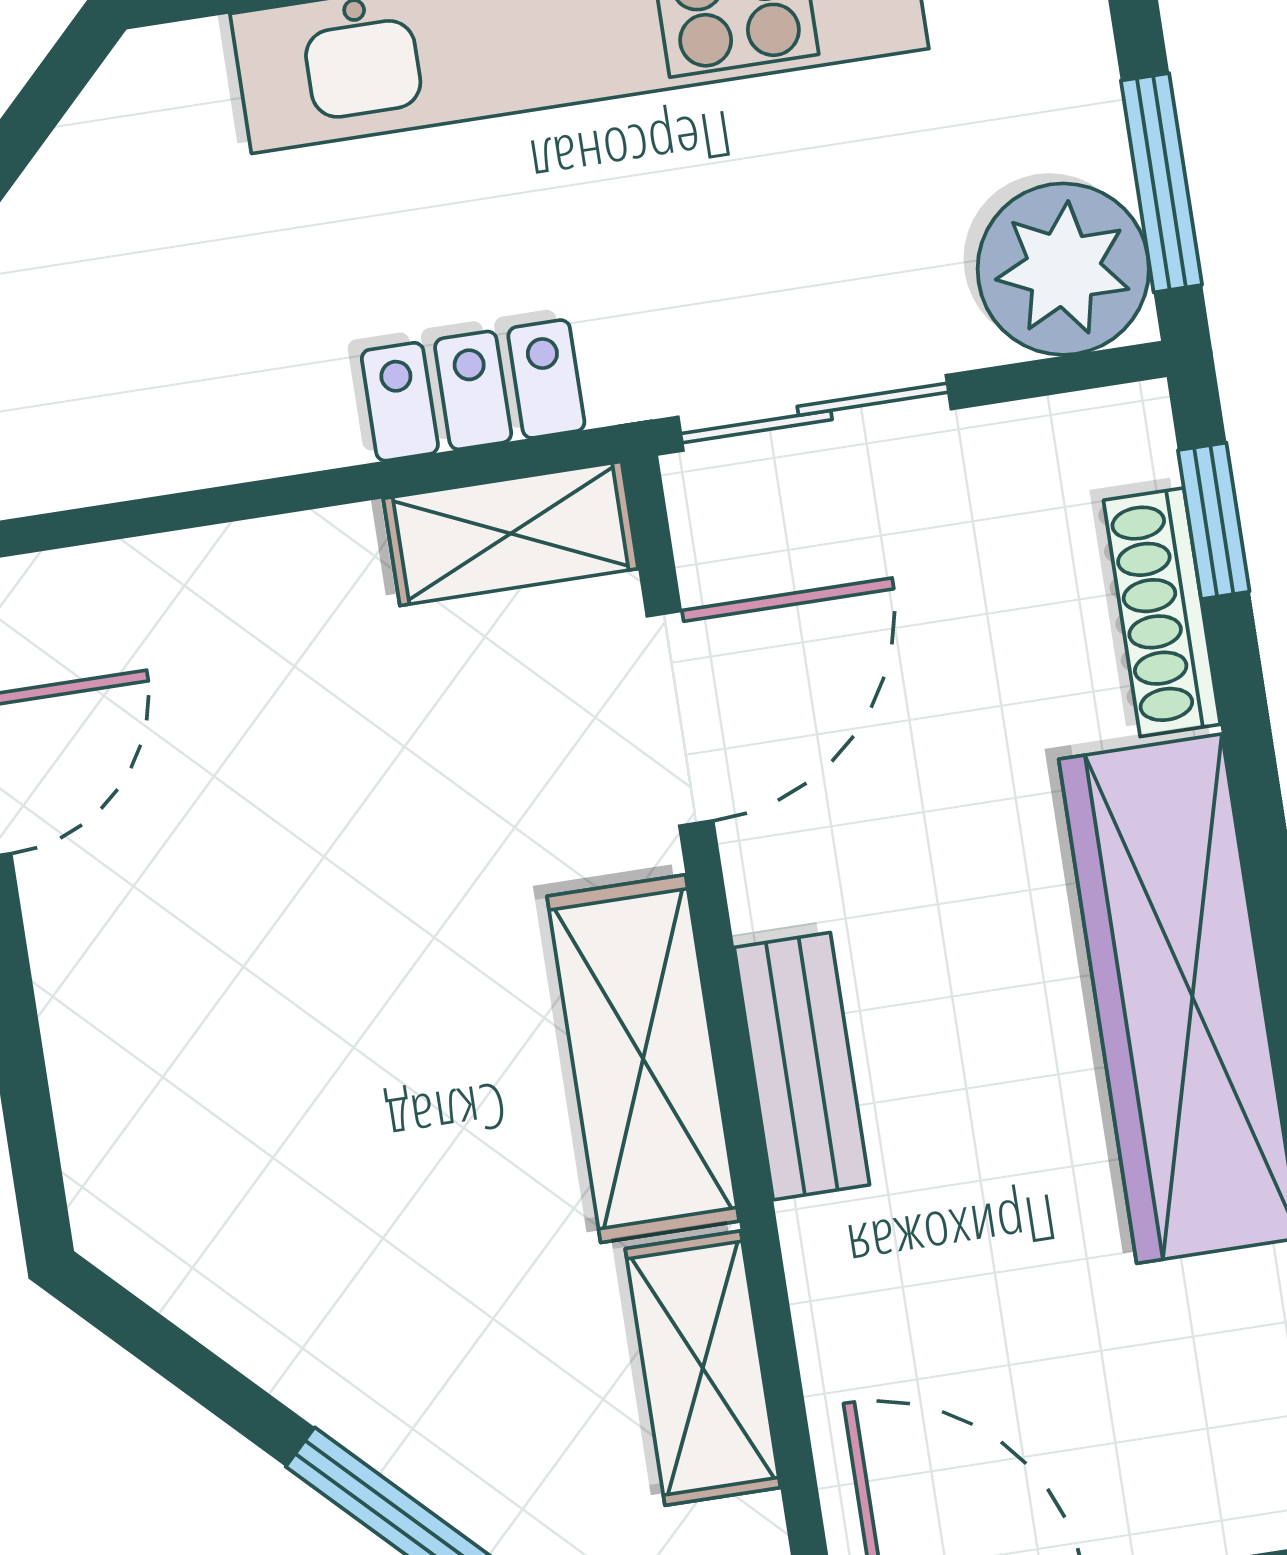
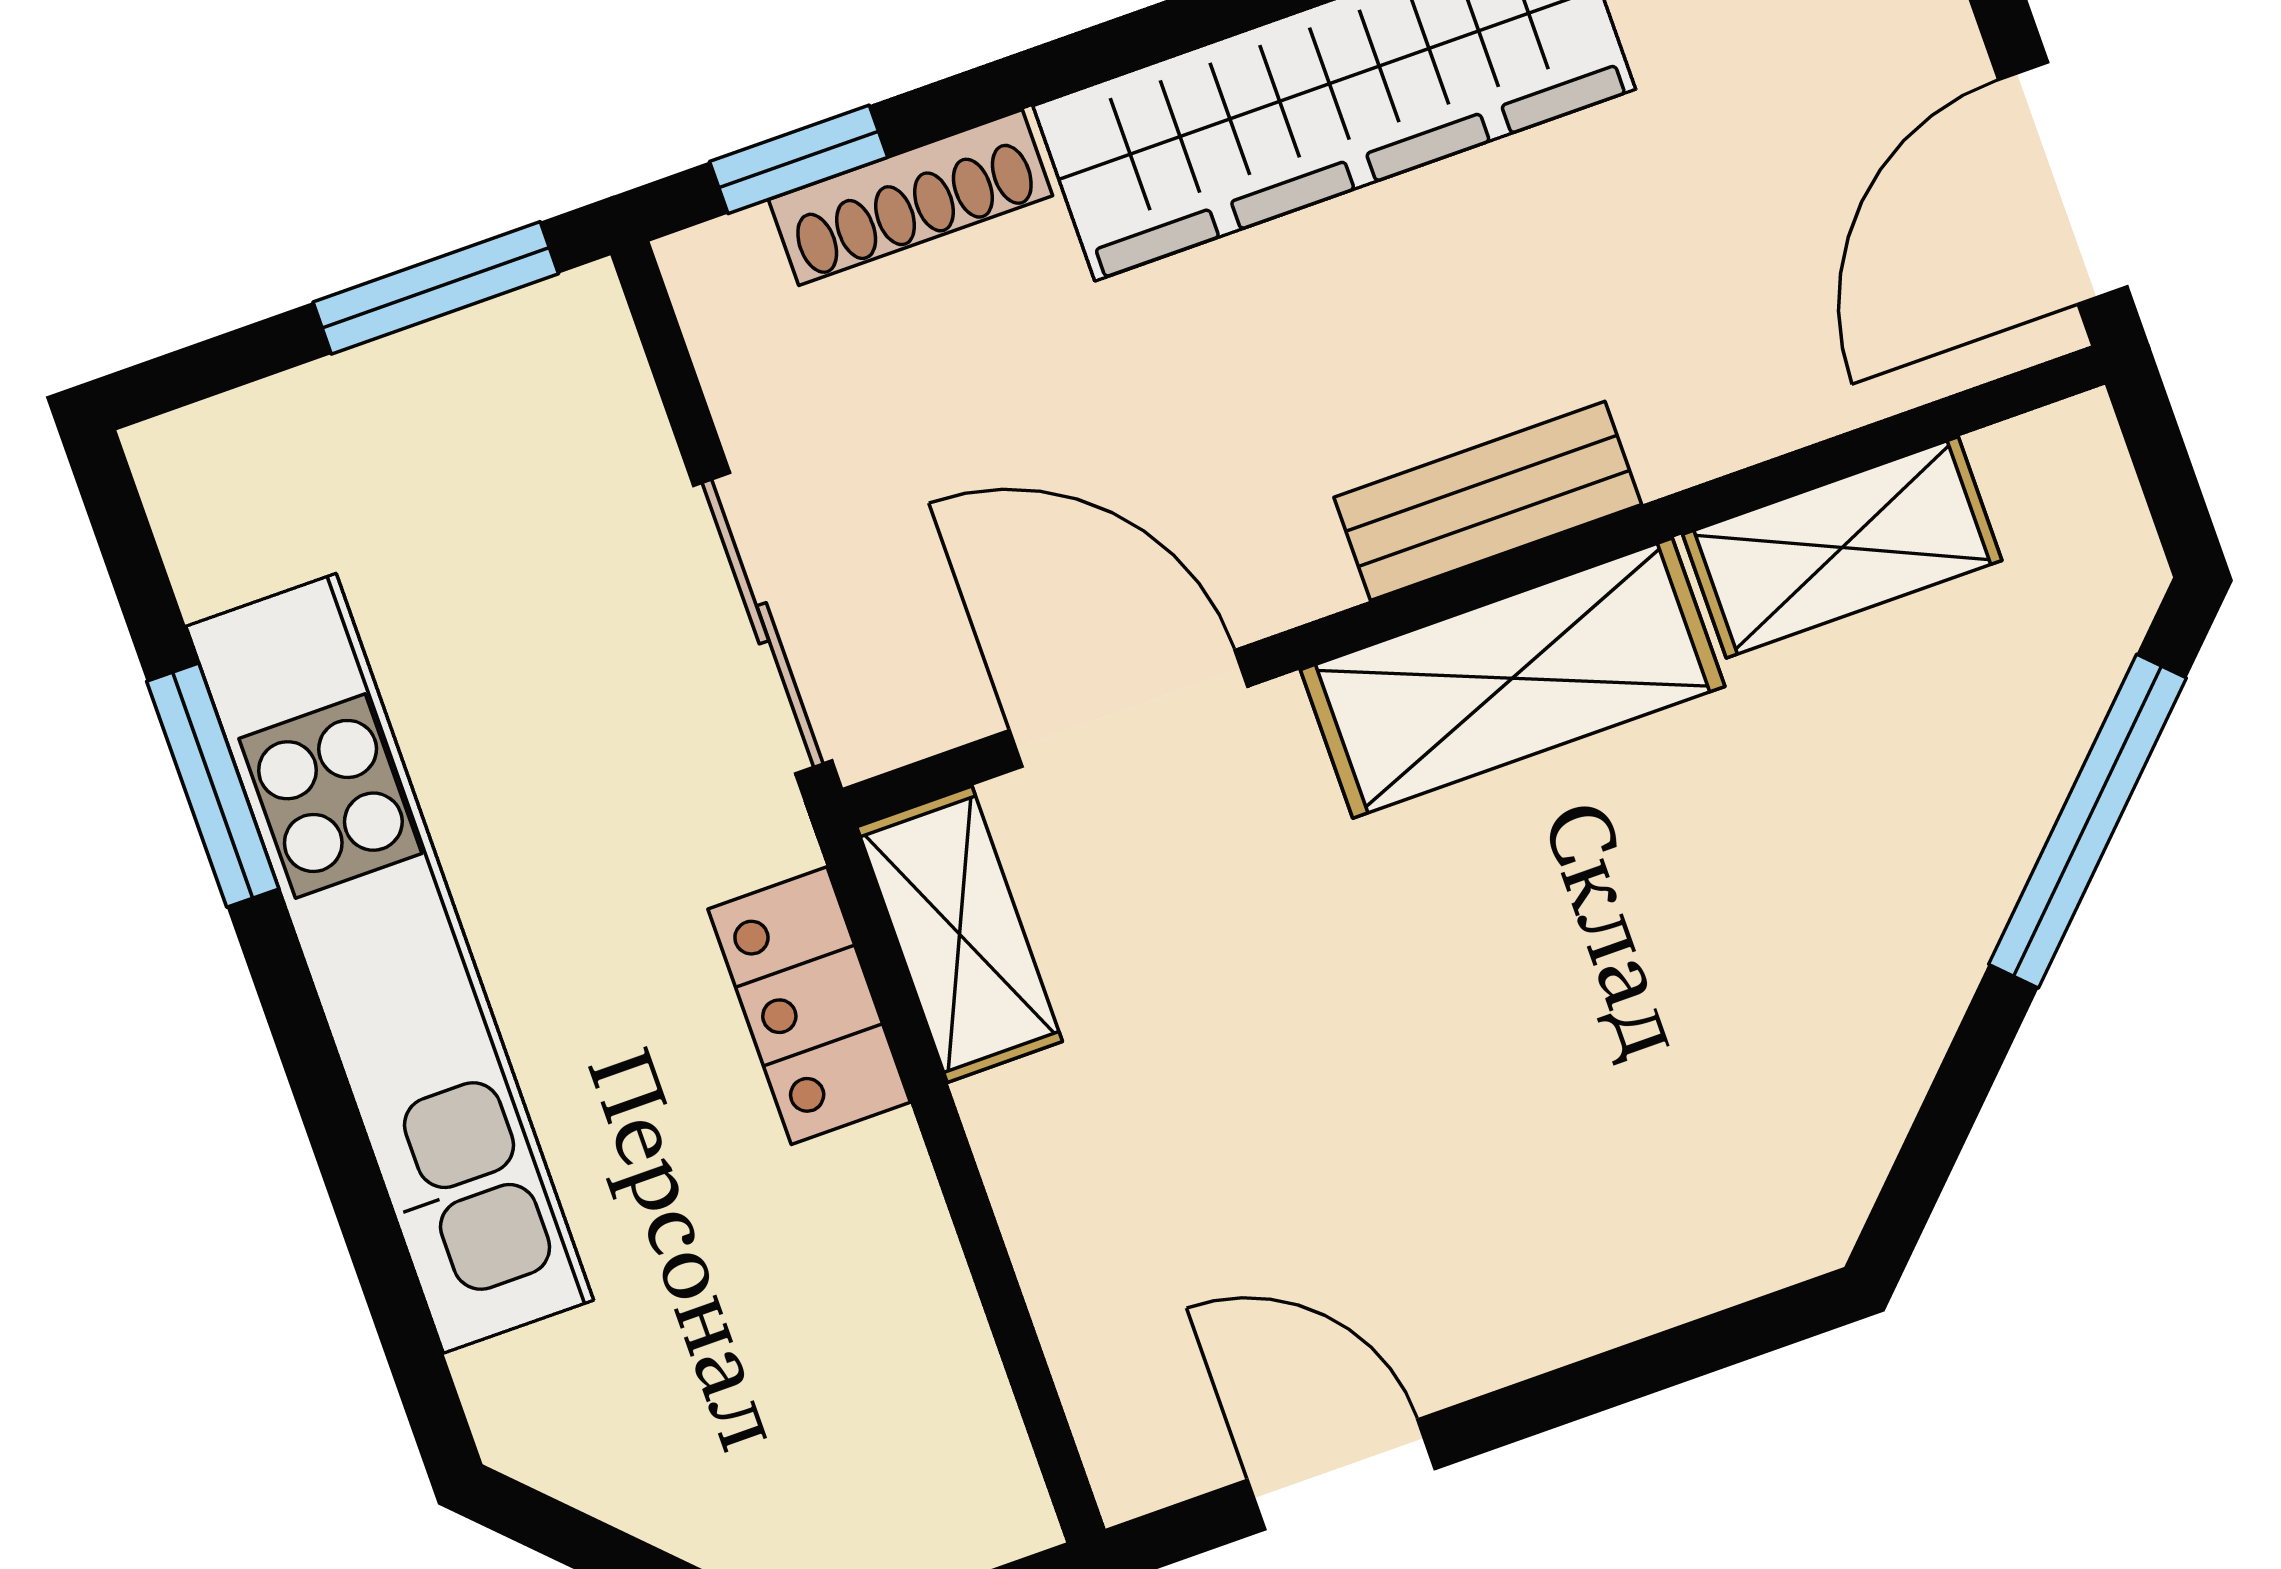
plant: (1063, 269) -> (552, 378), removed

